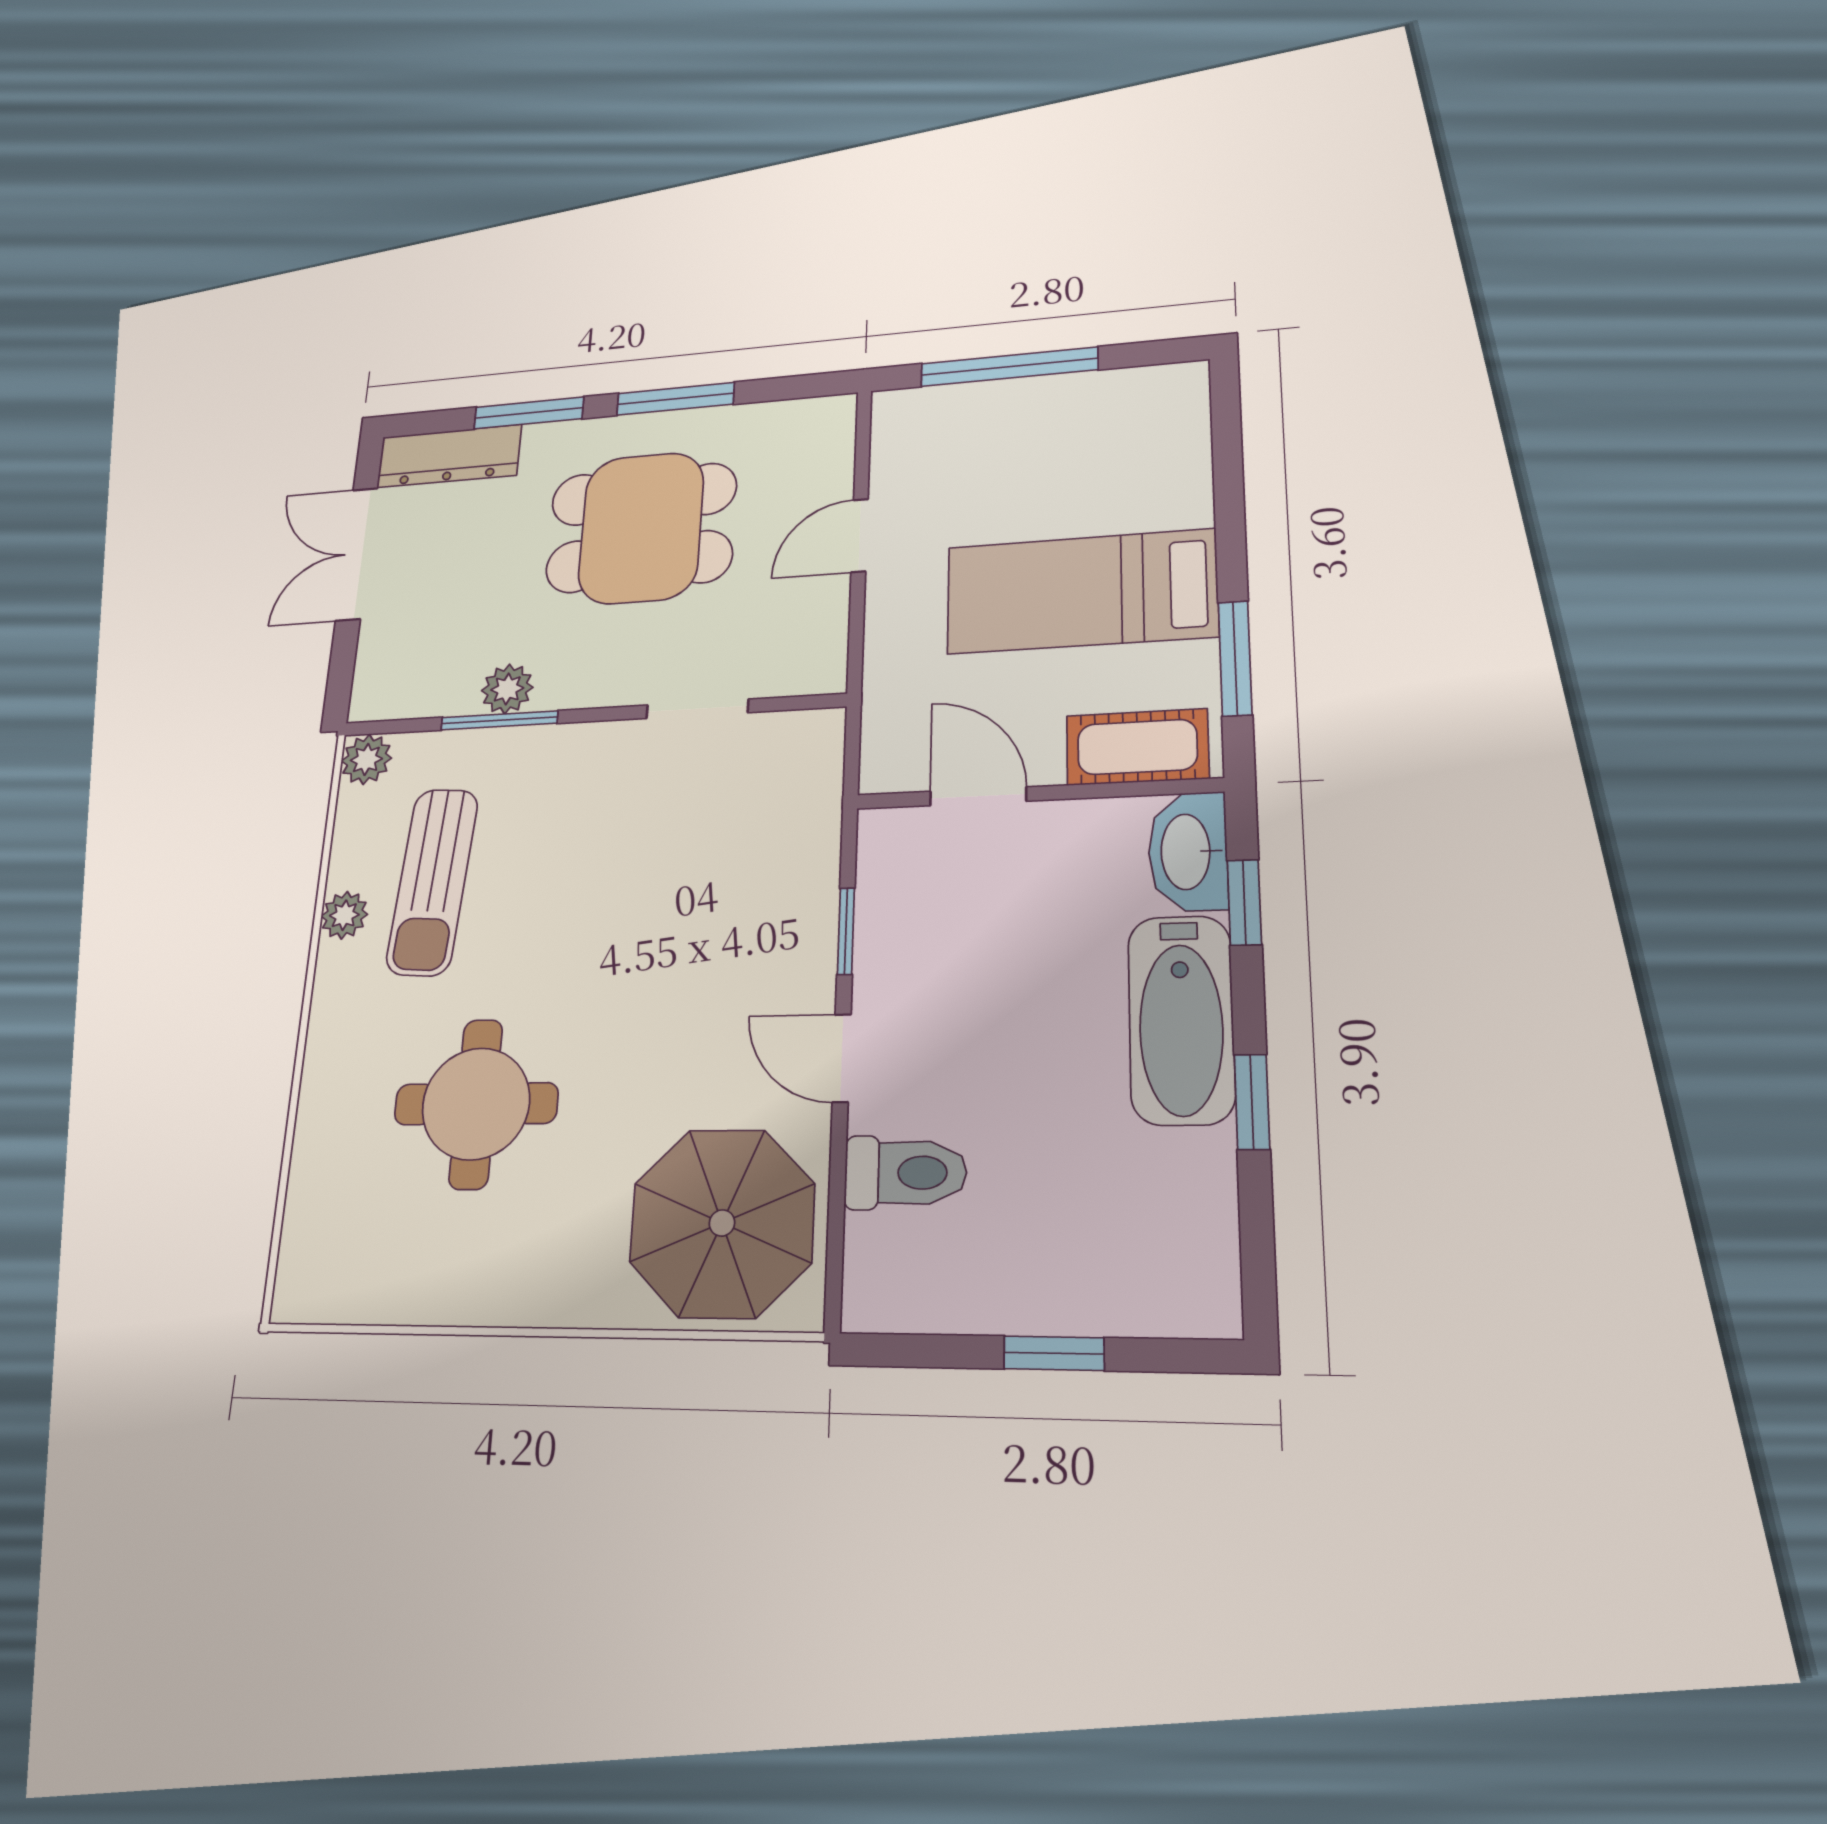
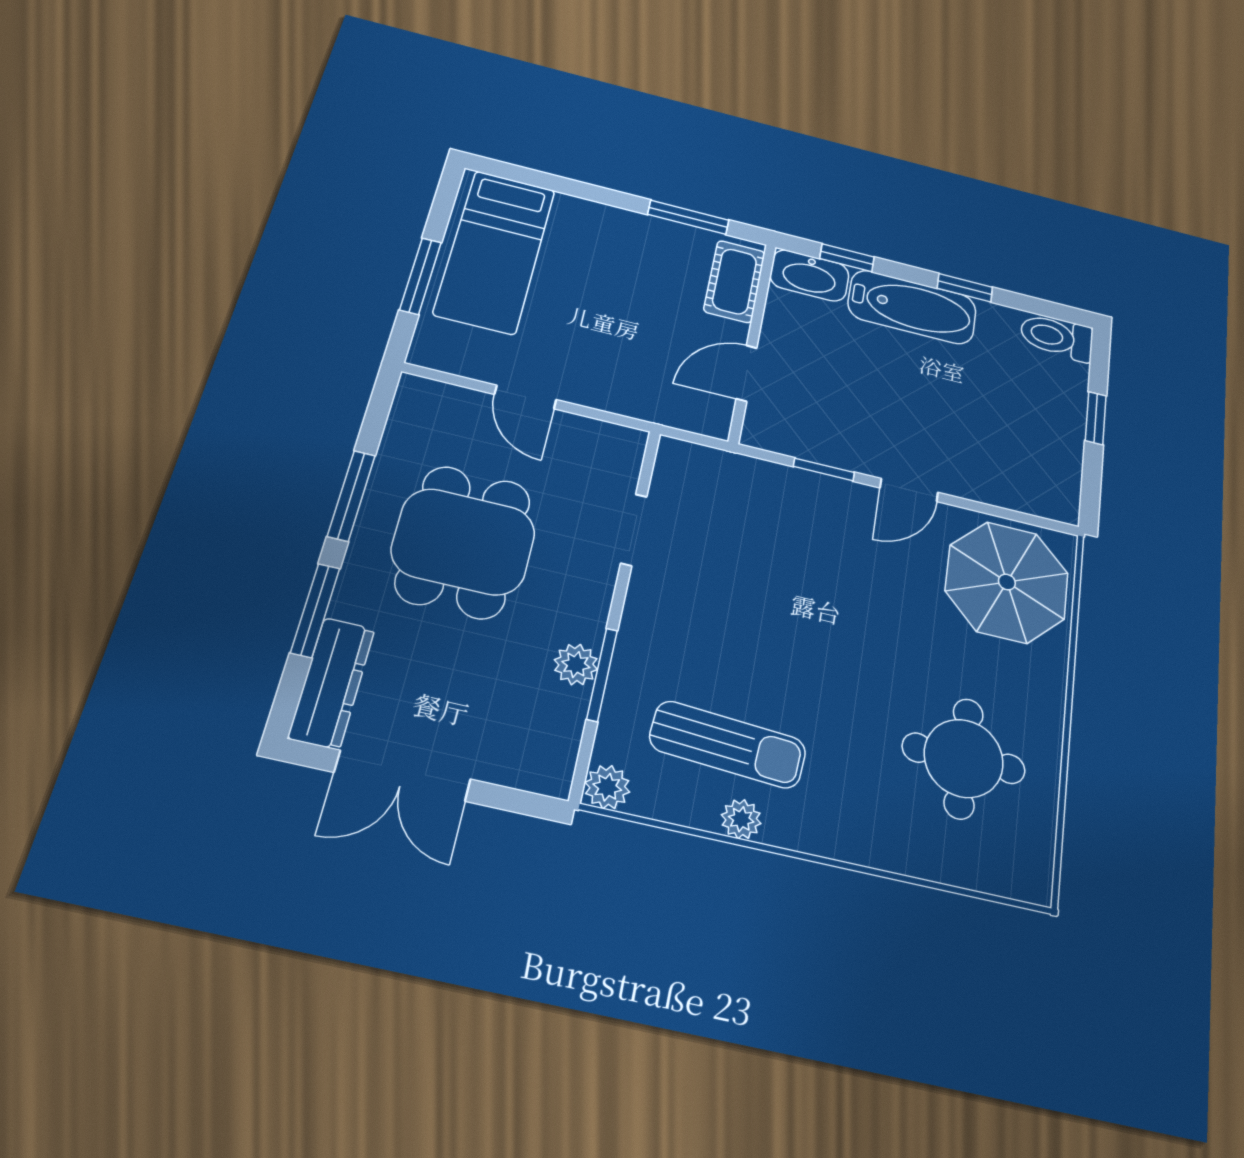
window: (1009, 367) -> (420, 276), width x0.69
bed: (1081, 591) -> (495, 251), moved
round table: (476, 1104) -> (964, 758), moved
toilet: (905, 1173) -> (1057, 337), moved, turned -90

